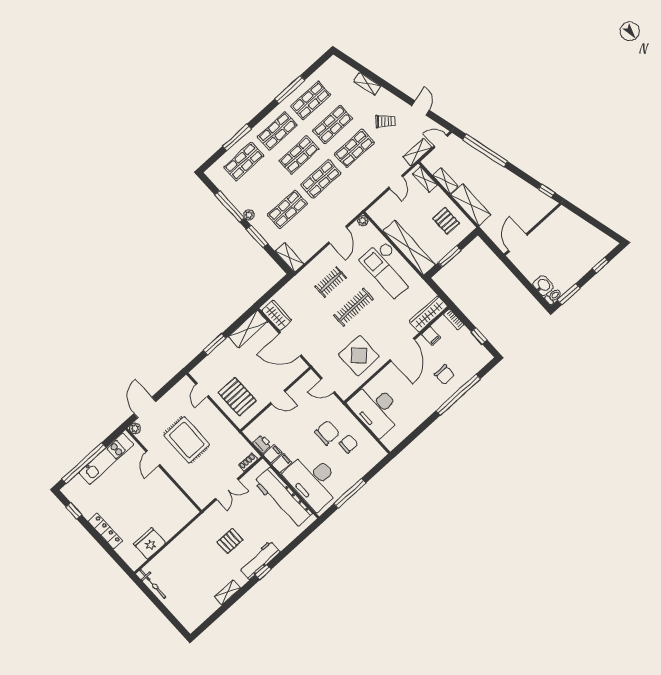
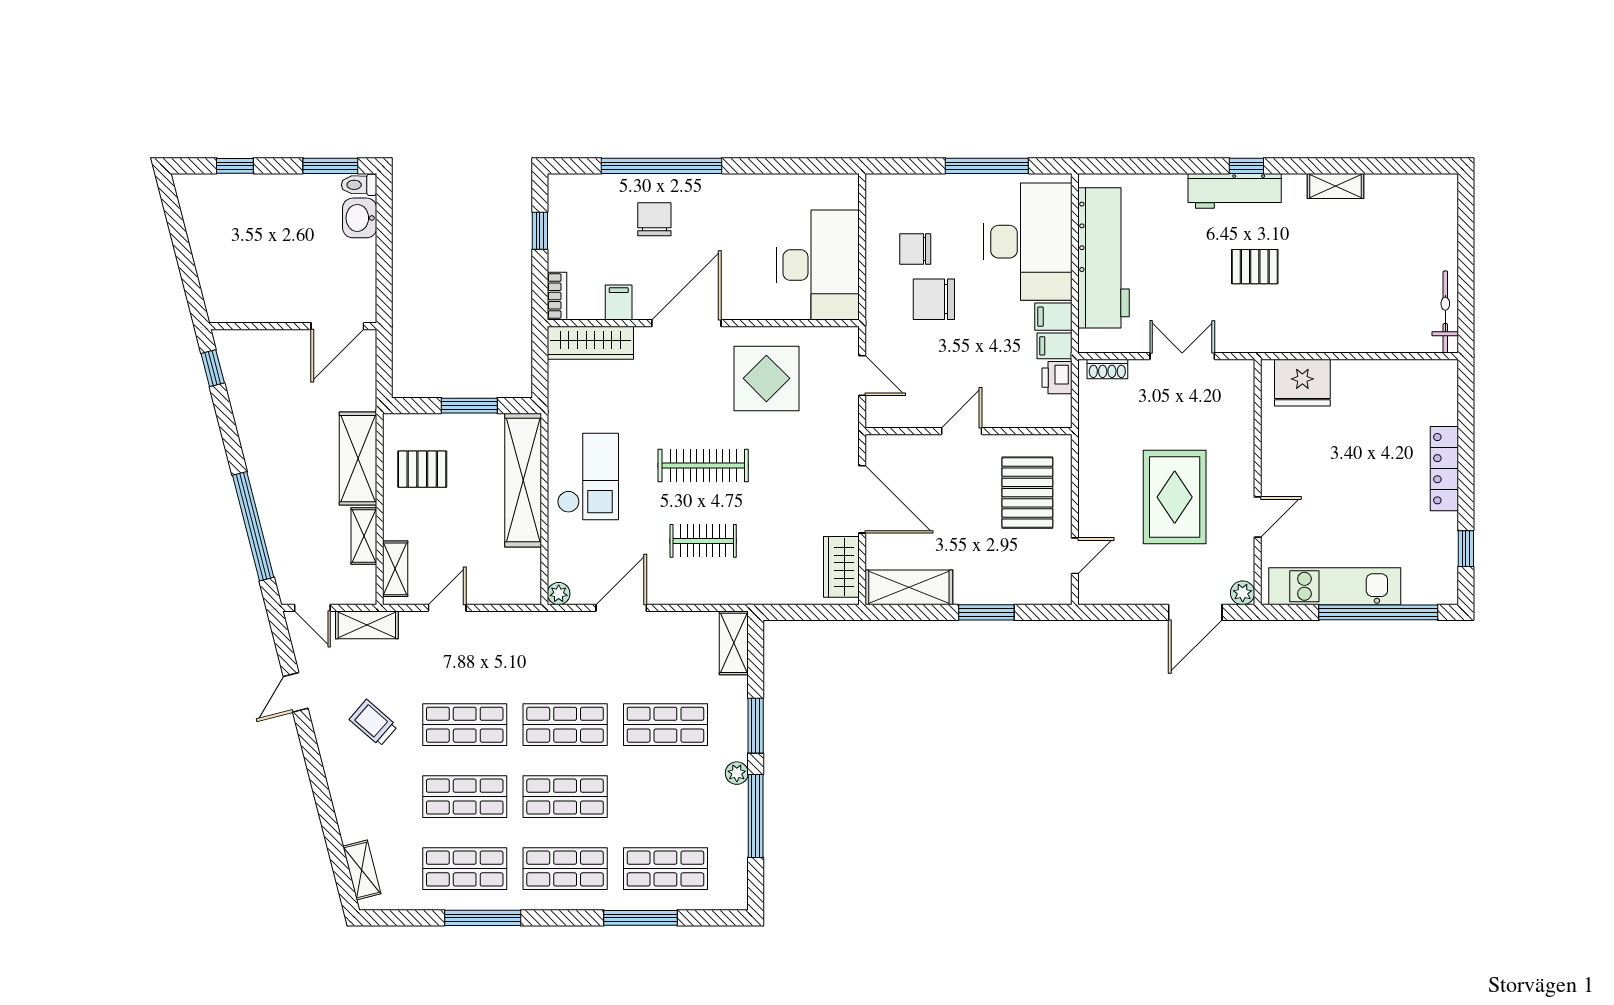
shelving: (367, 84) -> (362, 870), moved
pallet: (446, 221) -> (422, 469), turned 90
checkout: (389, 269) -> (588, 477), width x0.73, depth x0.83
door: (278, 397) -> (962, 431), hinge flipped
fridge: (149, 543) -> (1302, 383), moved

